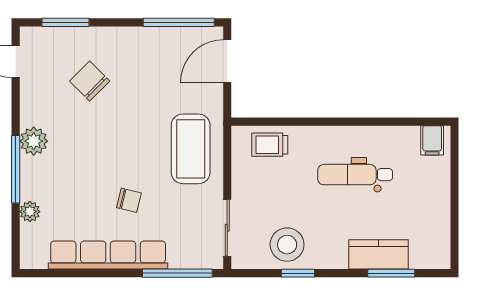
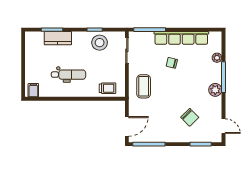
coffee table: (191, 149) -> (144, 86), width x0.73, depth x0.76

